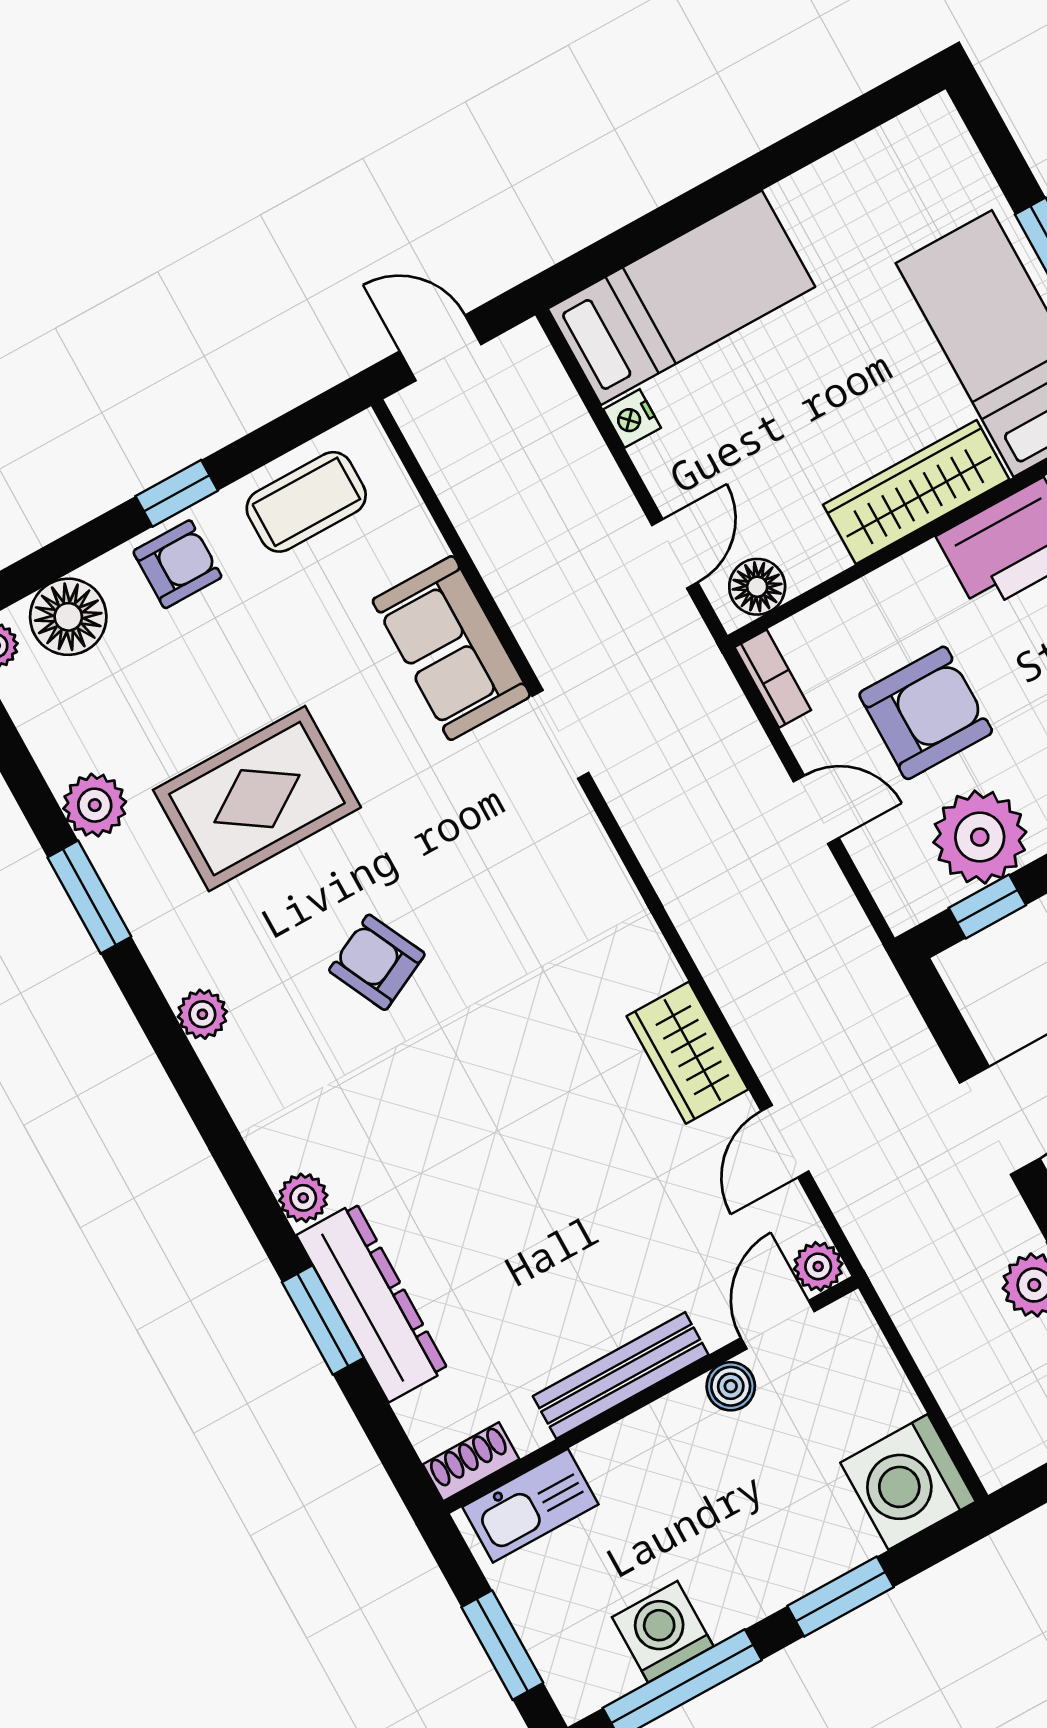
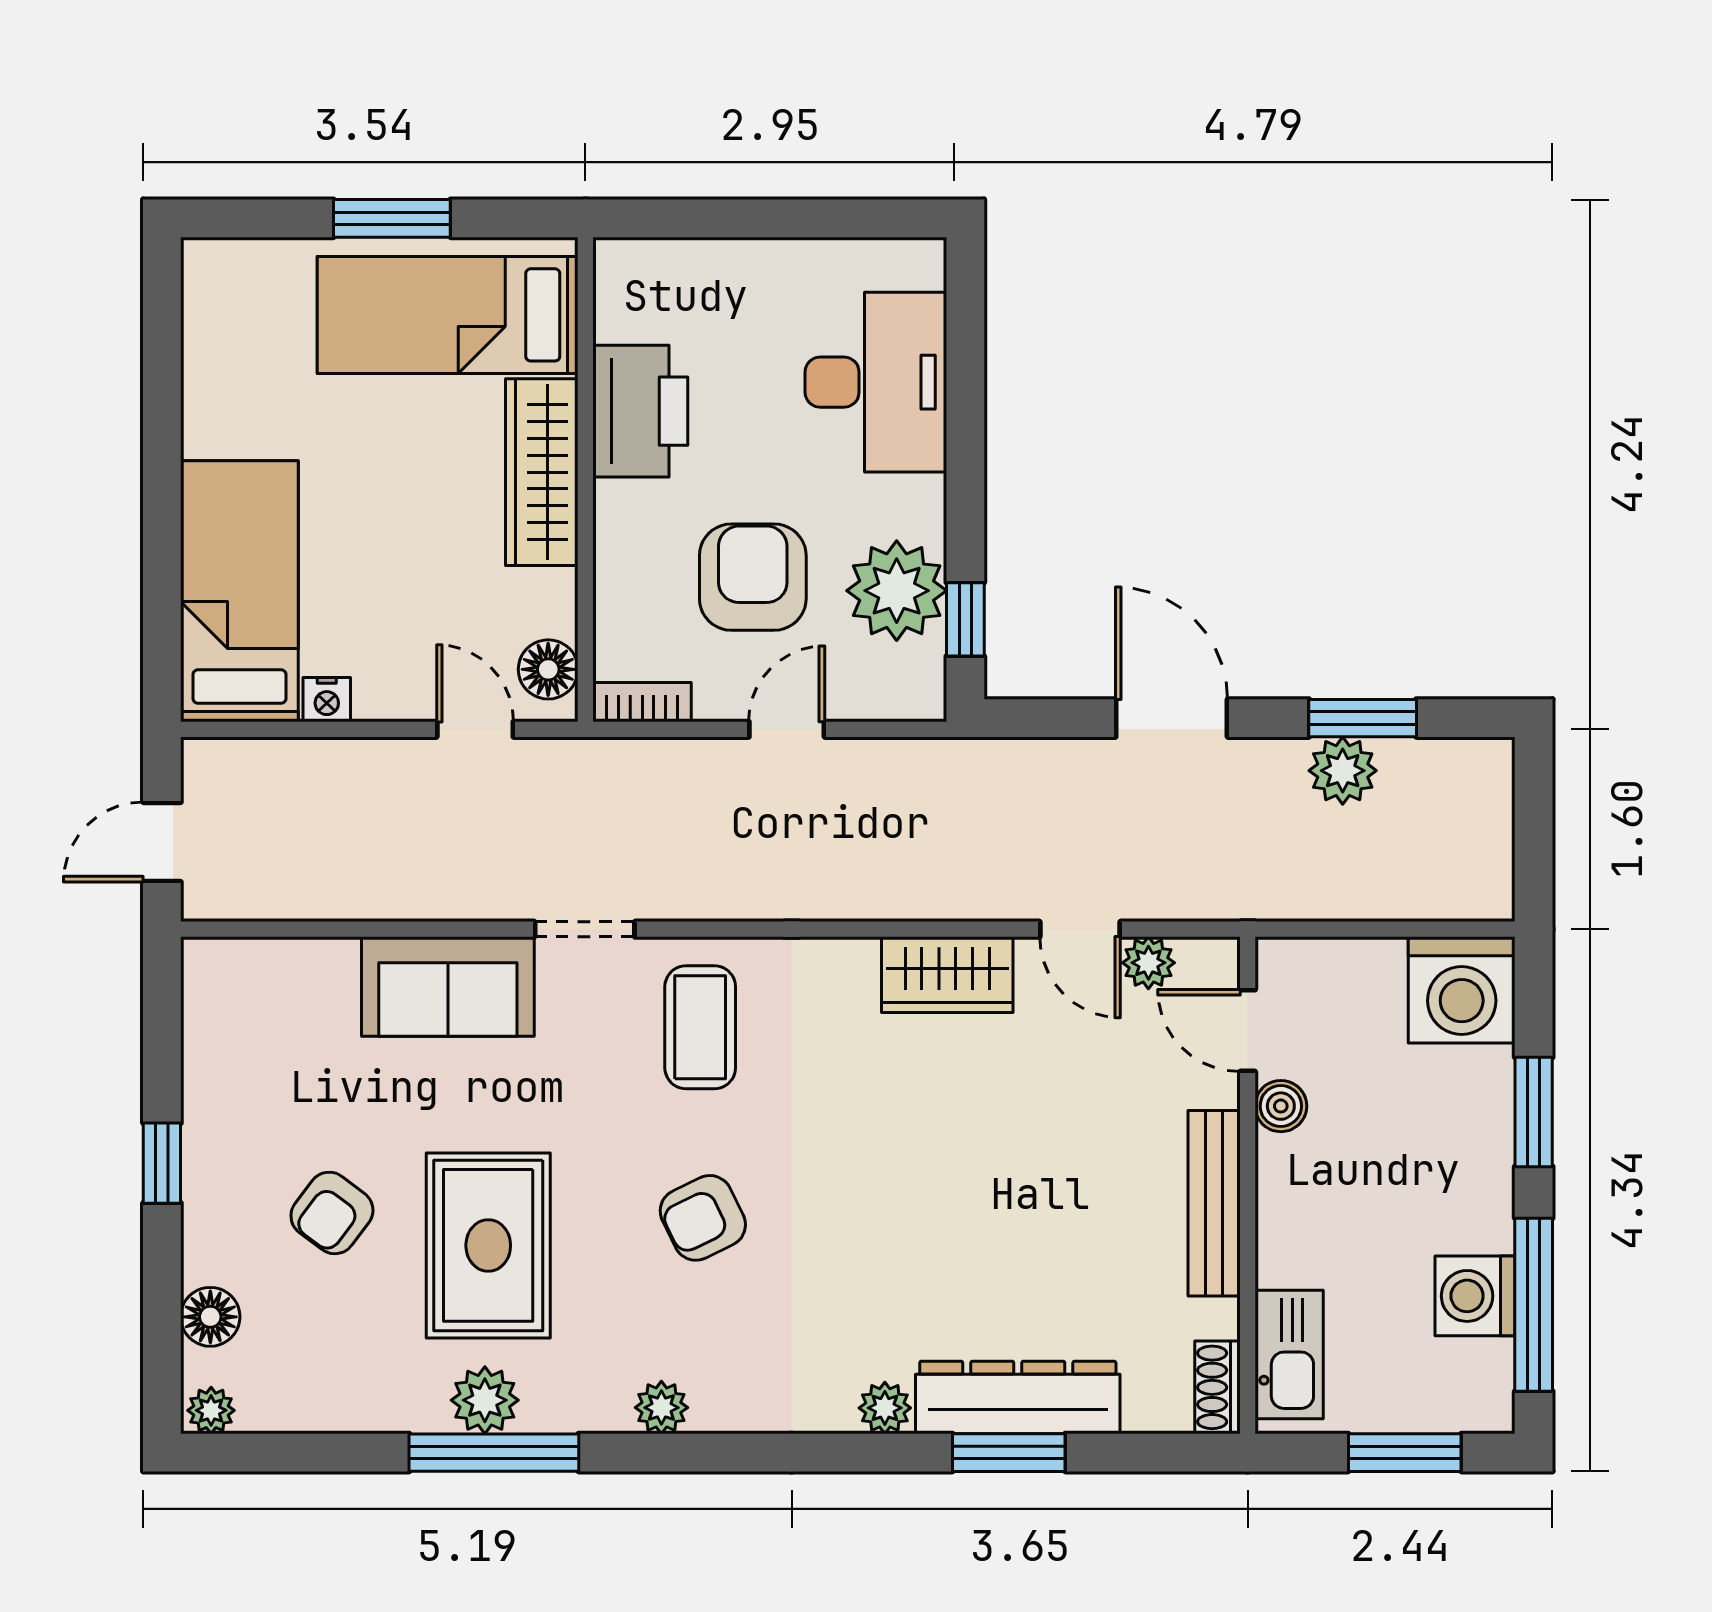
coffee table: (306, 502) -> (700, 1027), moved
armchair: (177, 564) -> (332, 1213), moved, turned -143
floor lamp: (68, 617) -> (210, 1317), width x0.73, depth x0.73
plant: (95, 805) -> (485, 1400), moved
window: (89, 897) -> (494, 1453), width x1.44
plant: (818, 1266) -> (1148, 963), moved

